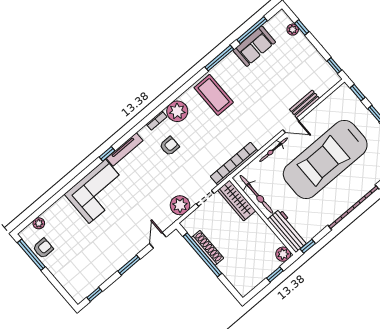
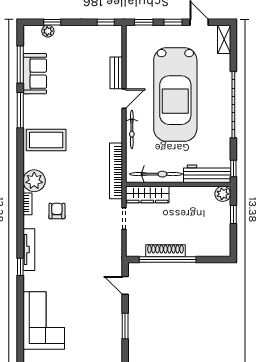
corner sofa: (97, 191) -> (44, 321), moved
plant: (180, 205) -> (112, 243), removed

